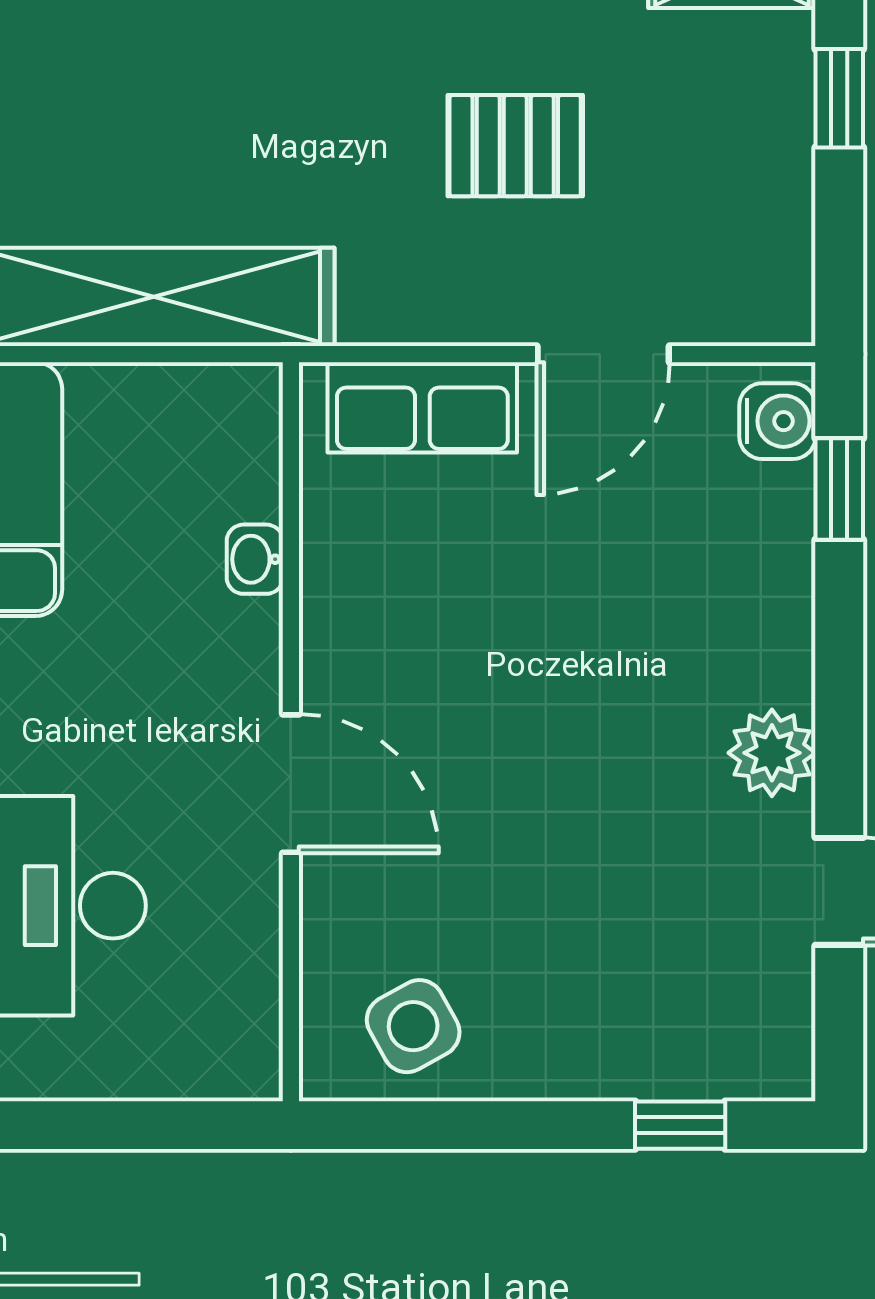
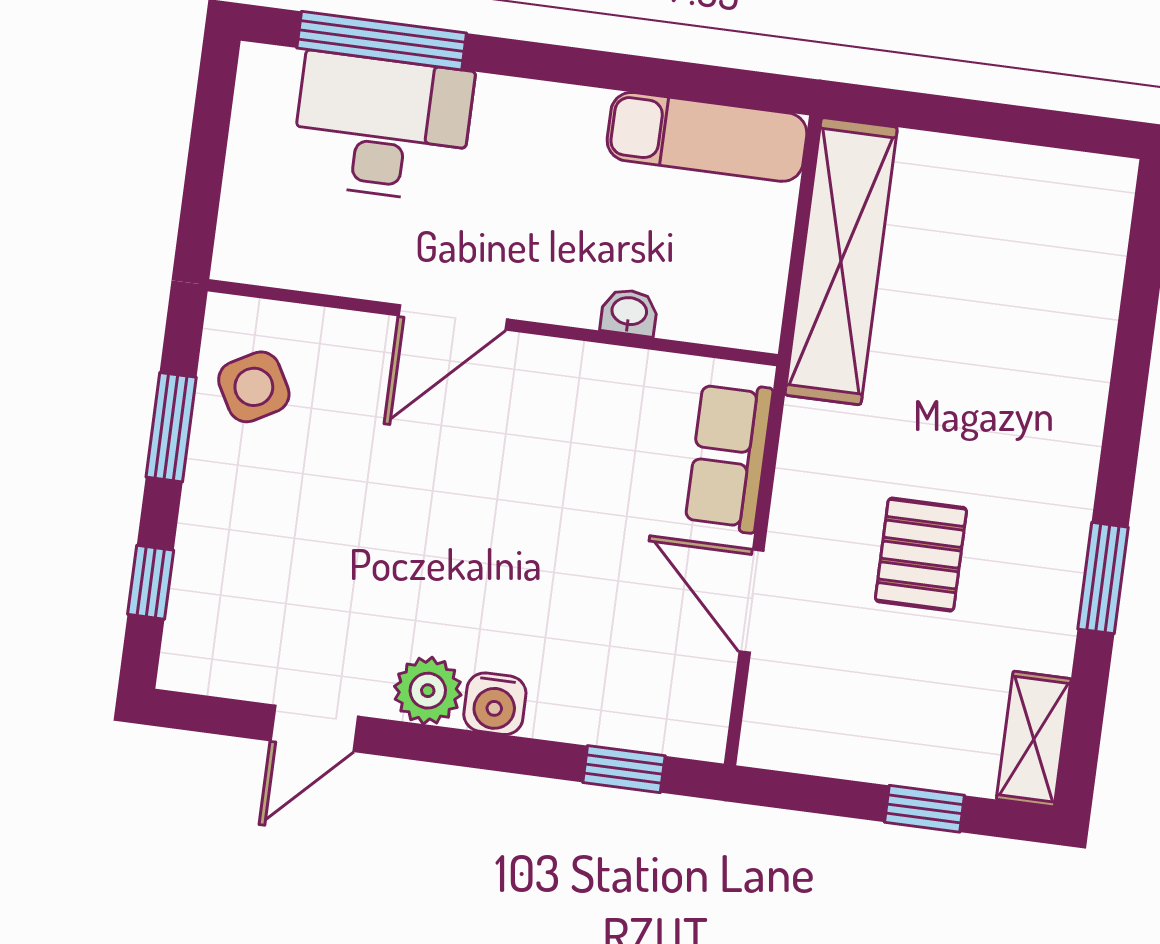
water cooler: (777, 421) -> (495, 704), moved
window: (479, 1125) -> (171, 427), added

